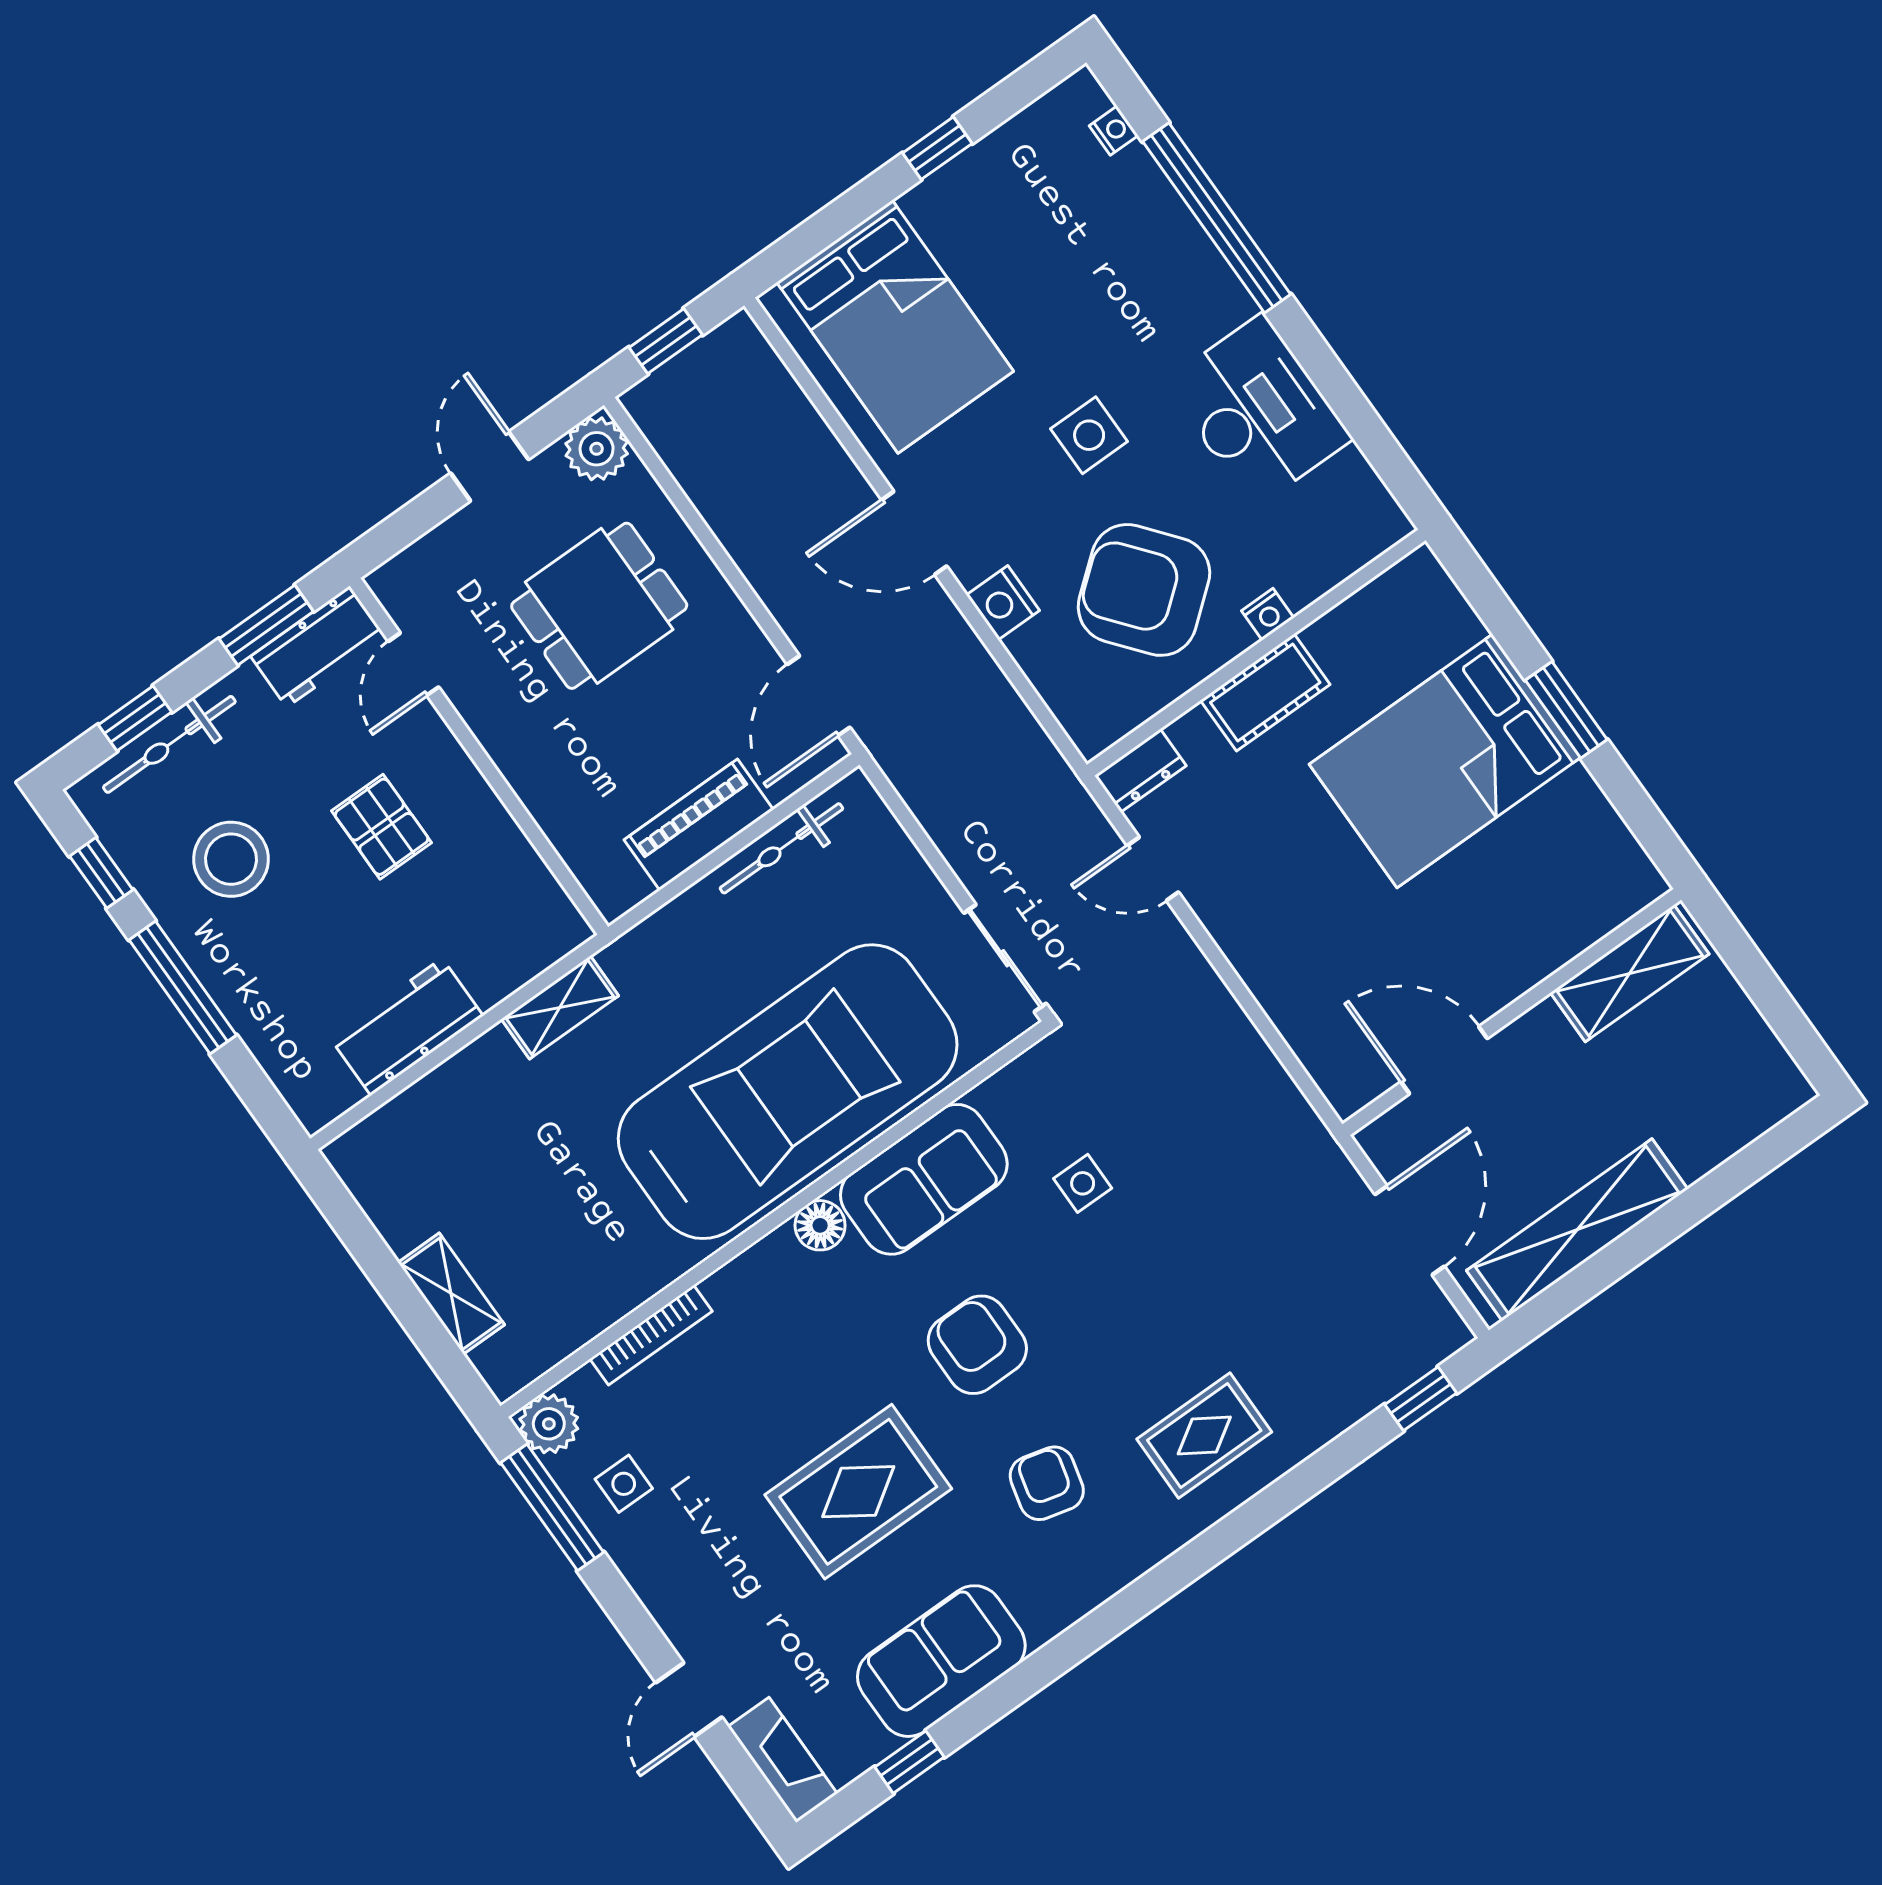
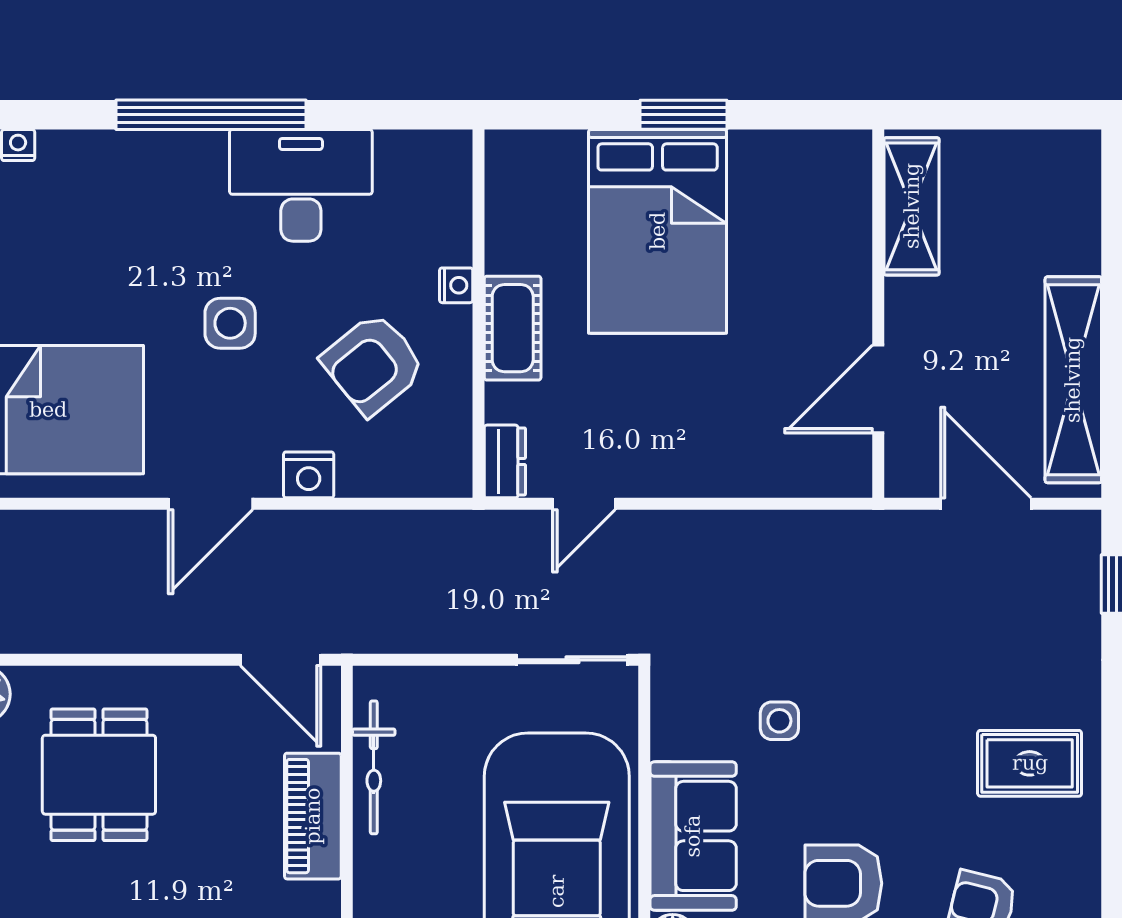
window: (1217, 218) -> (211, 115), moved
armchair: (1144, 590) -> (373, 364), width x0.73, depth x0.73
rug: (1204, 1435) -> (1030, 763), turned 90

